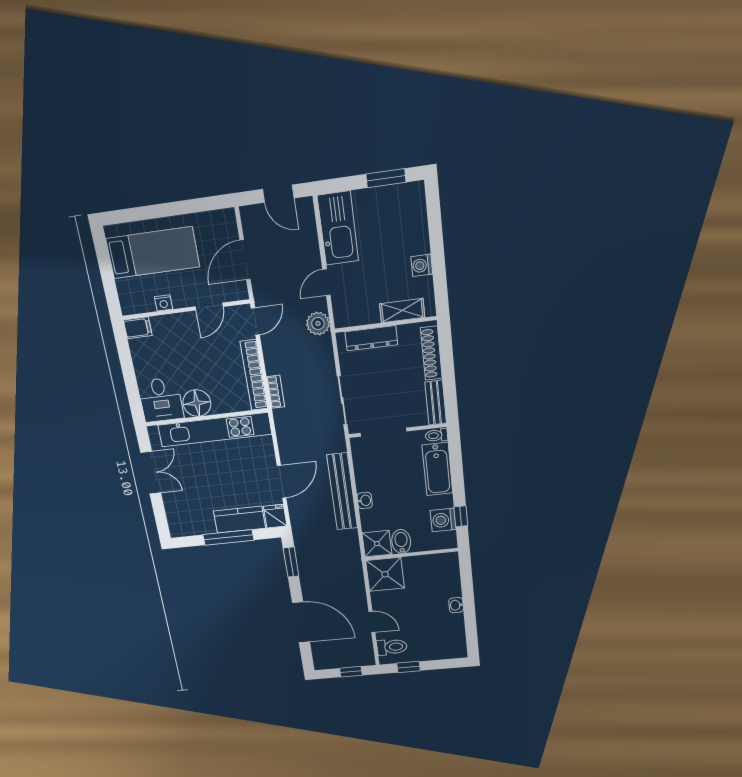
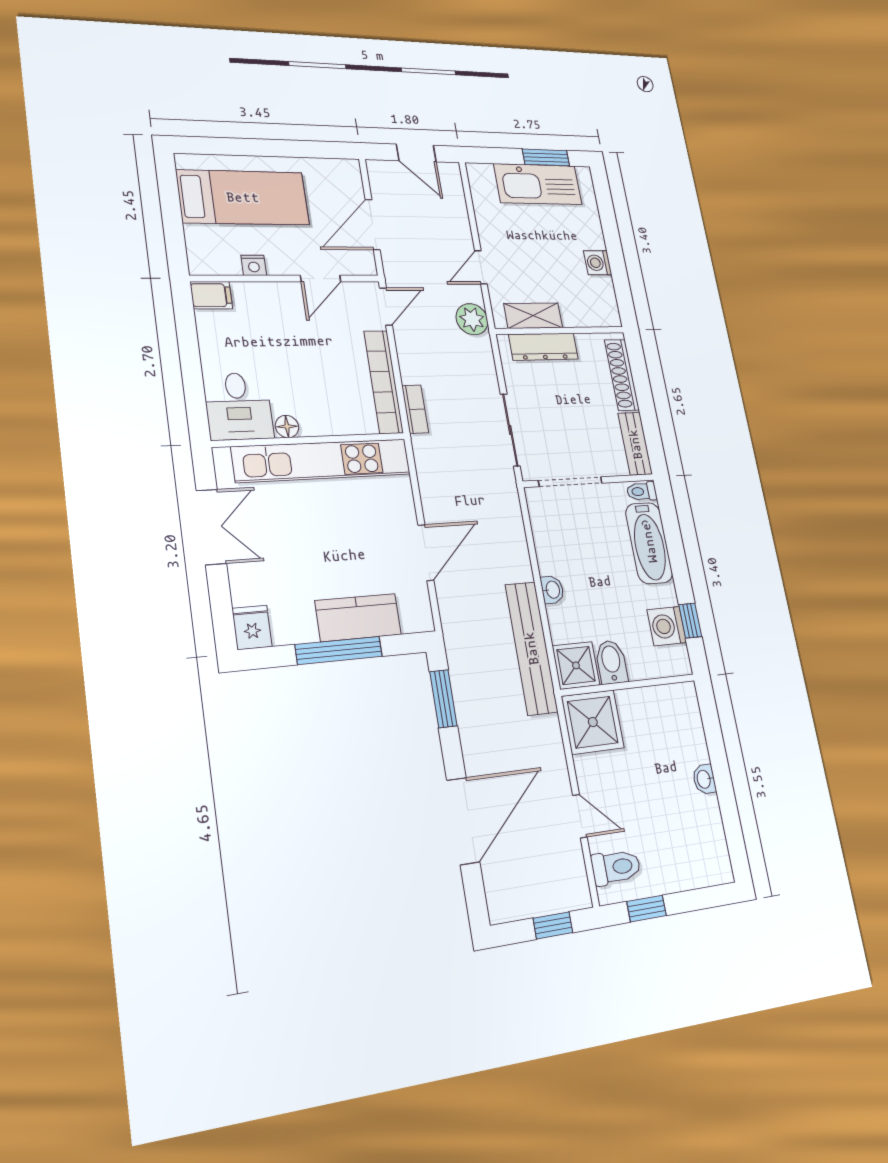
kitchen sink: (338, 228) -> (538, 184), moved, turned 90
shelving: (402, 311) -> (533, 316), moved
floor lamp: (197, 403) -> (287, 426), width x0.53, depth x0.53
bench: (342, 492) -> (531, 648), moved
fridge: (275, 516) -> (252, 627), moved
door: (301, 622) -> (463, 821), hinge flipped

